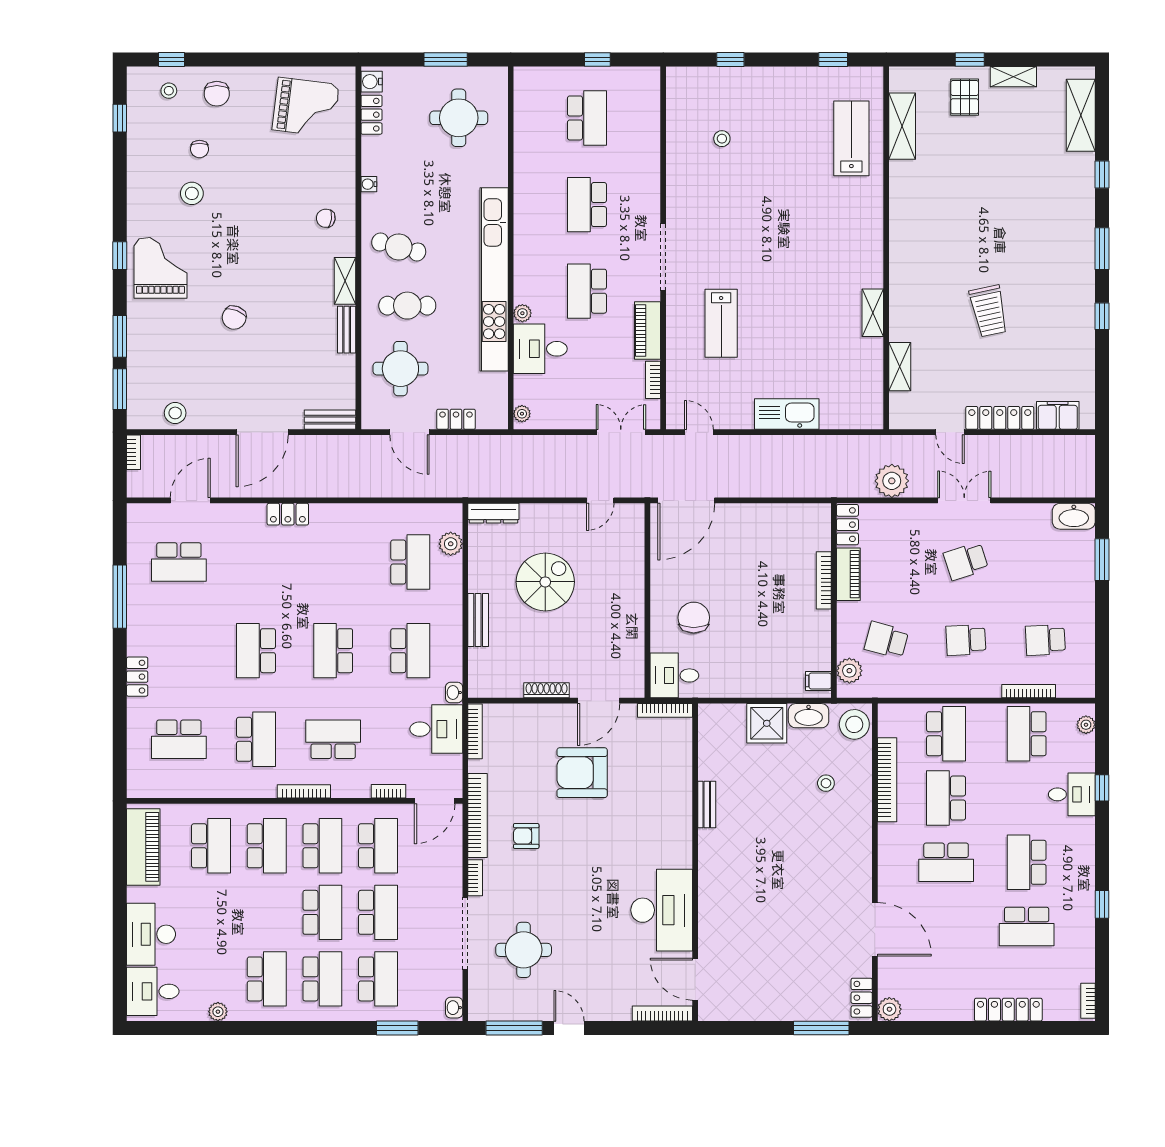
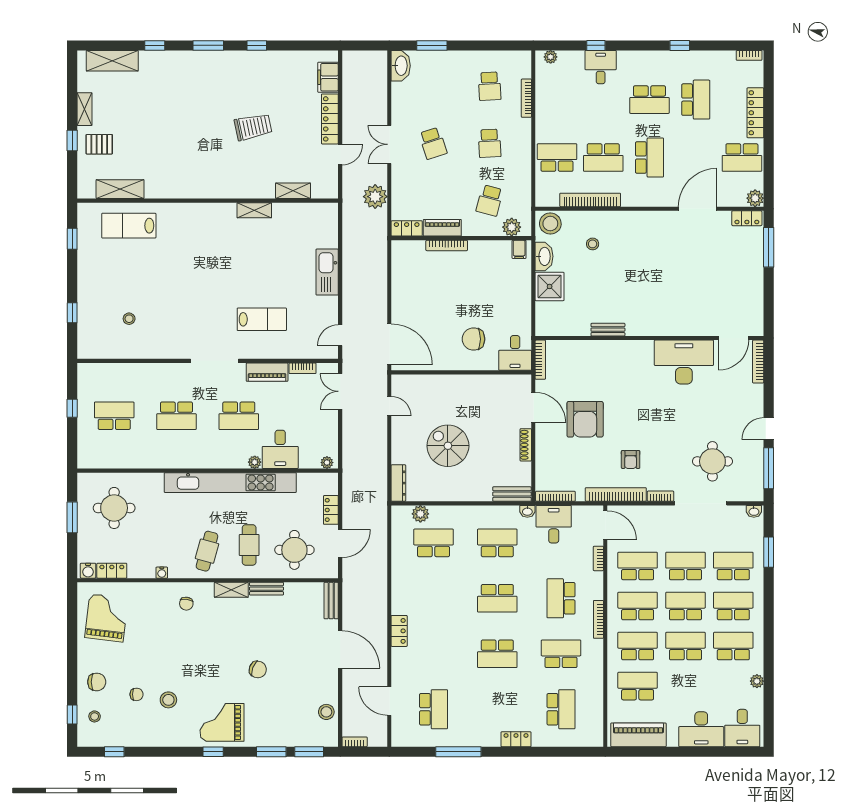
bench: (478, 620) -> (512, 494), moved
school desk: (1027, 734) -> (742, 158), moved
school desk: (267, 912) -> (685, 646), added

